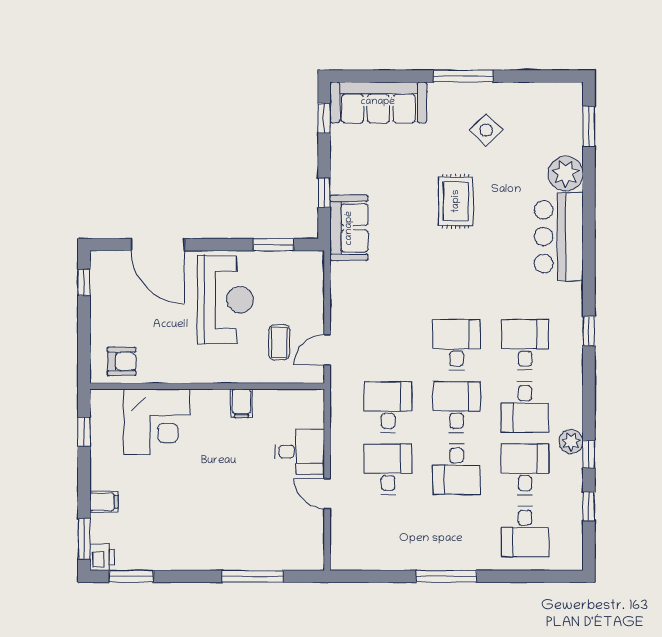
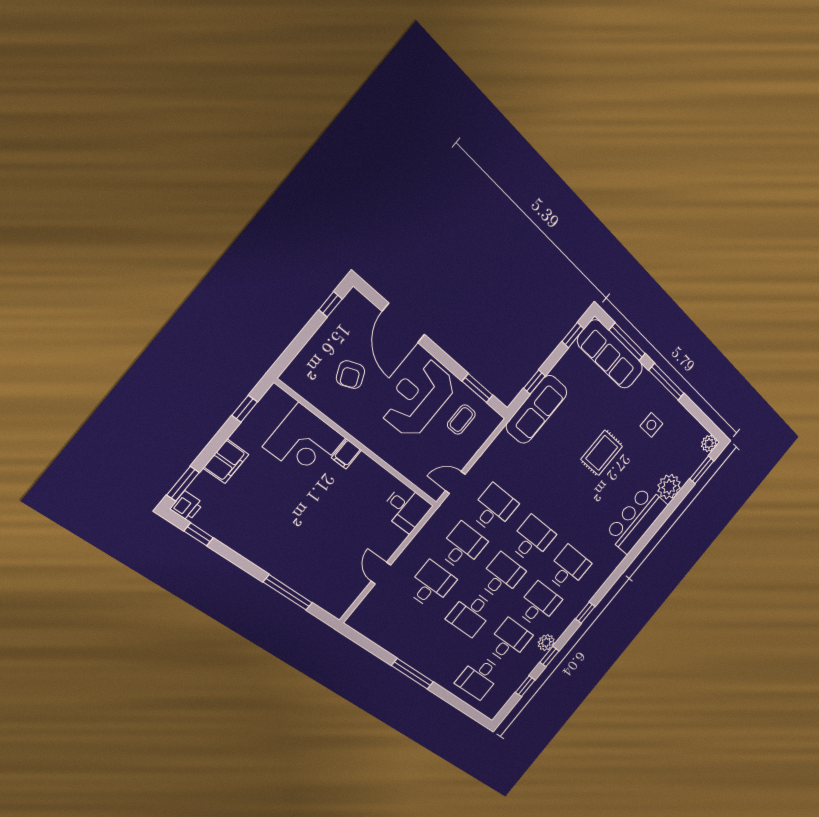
window: (385, 76) -> (627, 342), added
plant: (571, 94) -> (709, 443), added
side table: (486, 130) -> (651, 425), turned 45
sofa: (349, 228) -> (537, 409), width x1.36
reception desk: (225, 300) -> (418, 398), turned 180
window: (589, 331) -> (585, 613), moved
coffee table: (279, 342) -> (461, 420), moved
desk: (388, 345) -> (494, 508), added
armchair: (122, 361) -> (350, 375), moved, turned 67
filing cabinet: (242, 403) -> (346, 454), moved
desk: (525, 407) -> (538, 605), turned 180
desk: (300, 452) -> (406, 509), moved
filing cabinet: (104, 502) -> (226, 461), width x2.00
window: (131, 576) -> (199, 534), width x0.67

